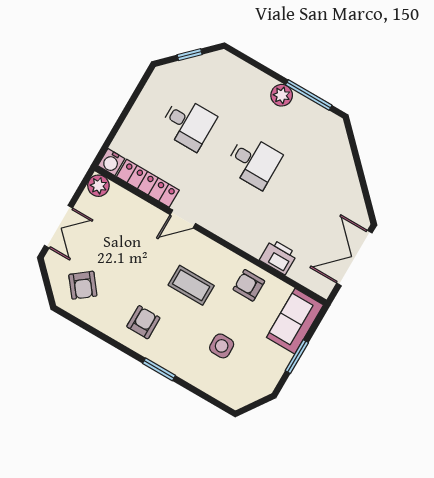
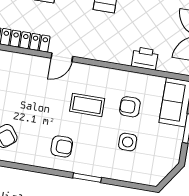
armchair: (249, 285) -> (130, 107), moved
armchair: (143, 322) -> (62, 146), turned 90

